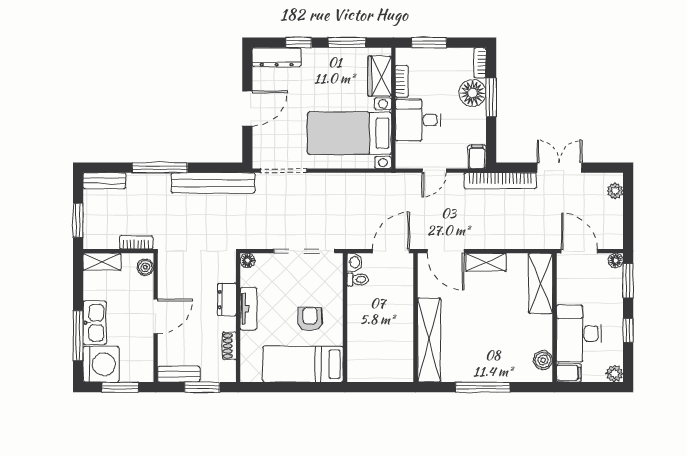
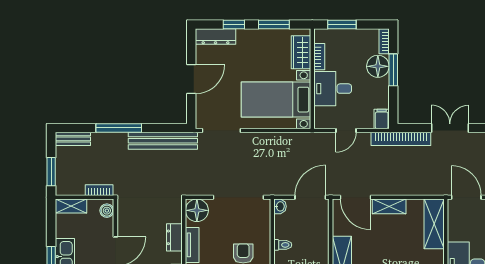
floor lamp: (248, 260) -> (197, 210), width x1.89, depth x1.89
toilet: (358, 279) -> (283, 245), moved

